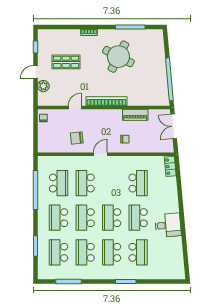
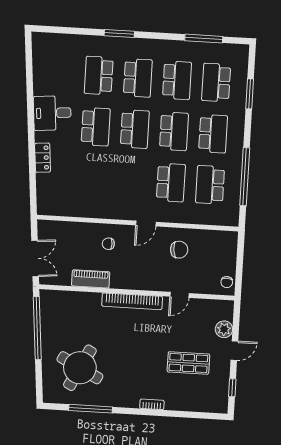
round table: (118, 57) -> (80, 368), moved
locker: (170, 166) -> (43, 158), moved
school desk: (138, 183) -> (93, 178), removed
school desk: (59, 252) -> (216, 83), turned 180

